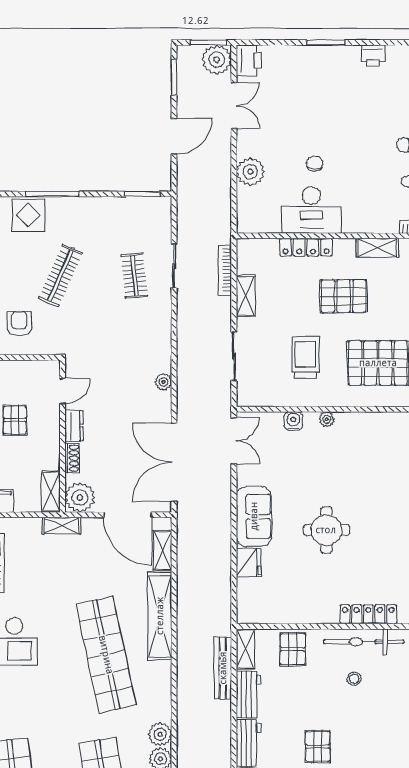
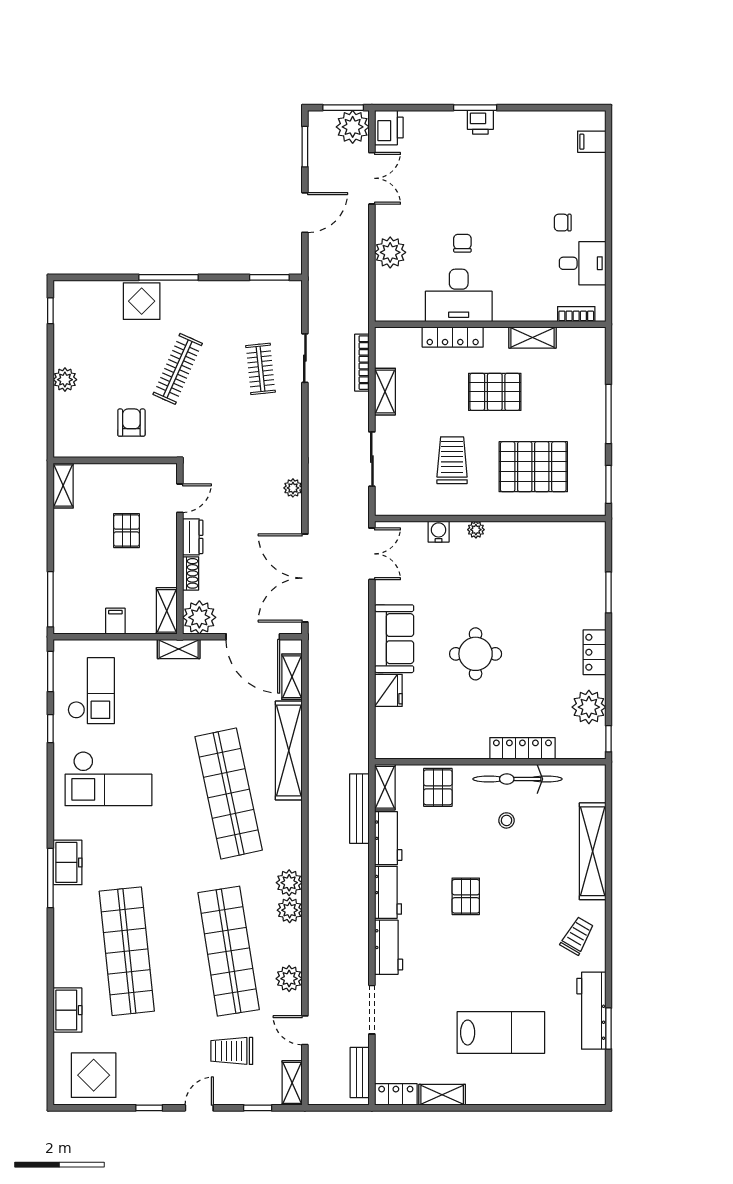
printer: (373, 55) -> (480, 122), moved

